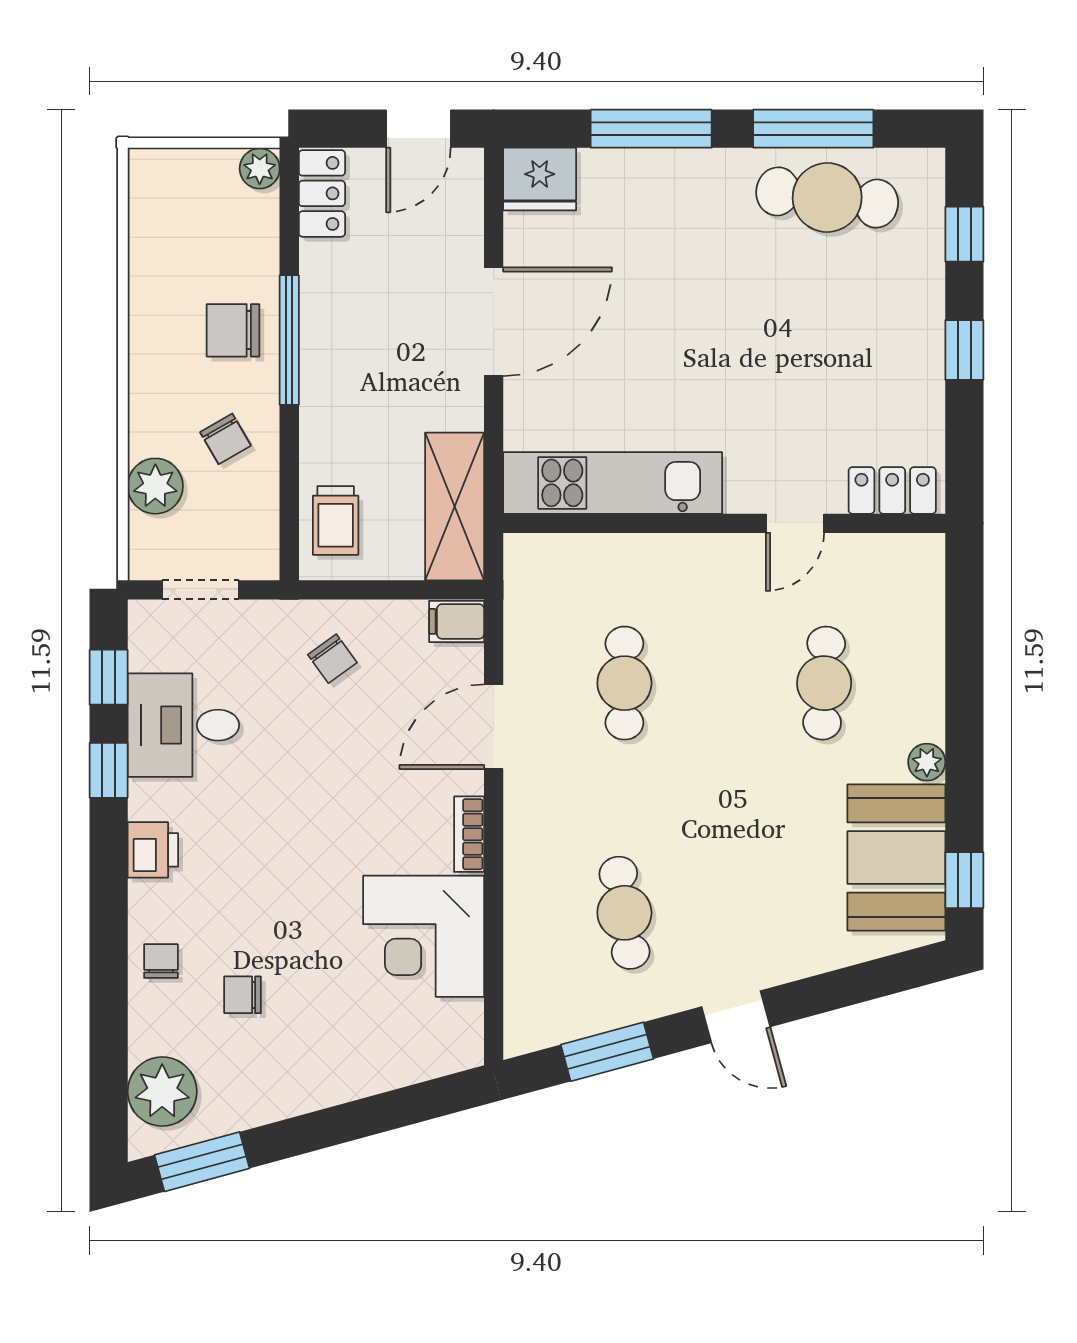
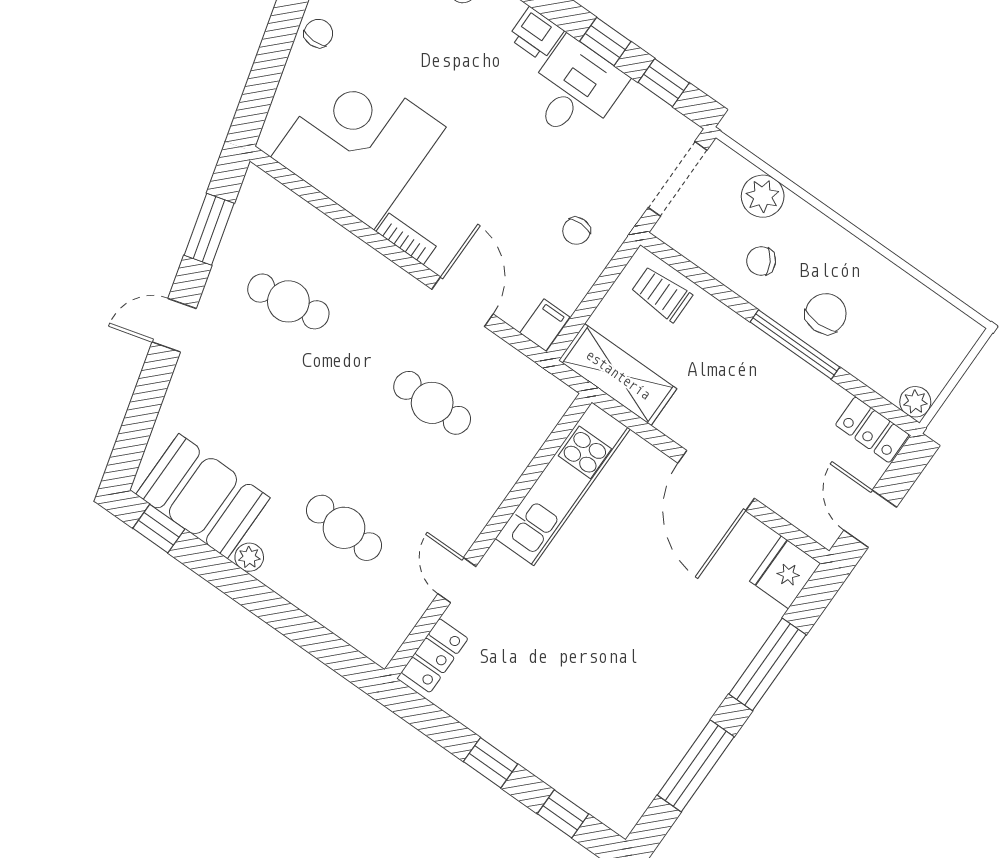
cafe table: (827, 198) -> (647, 744), removed
doorway: (201, 590) -> (678, 179), width x1.38
chair: (332, 659) -> (576, 231), turned -54
desk: (183, 725) -> (575, 90), moved
corner desk: (424, 936) -> (358, 142), width x1.36, depth x1.36
chair: (243, 995) -> (318, 33), moved

